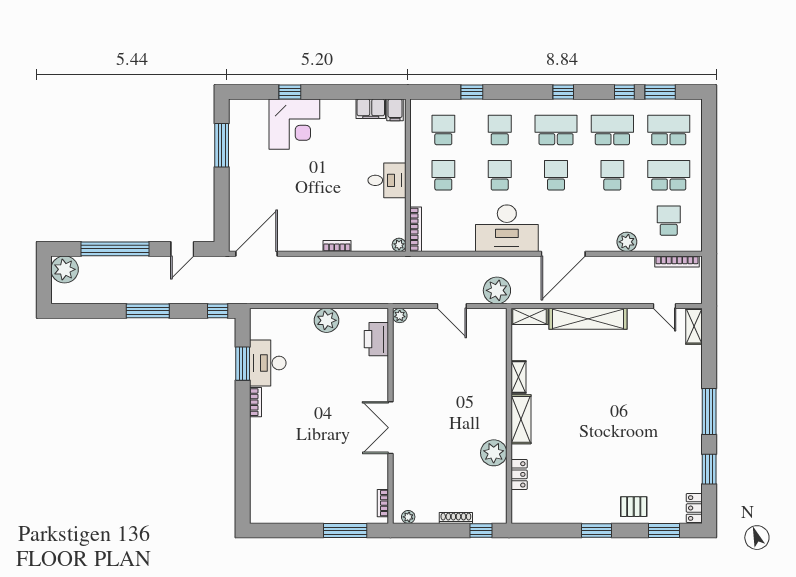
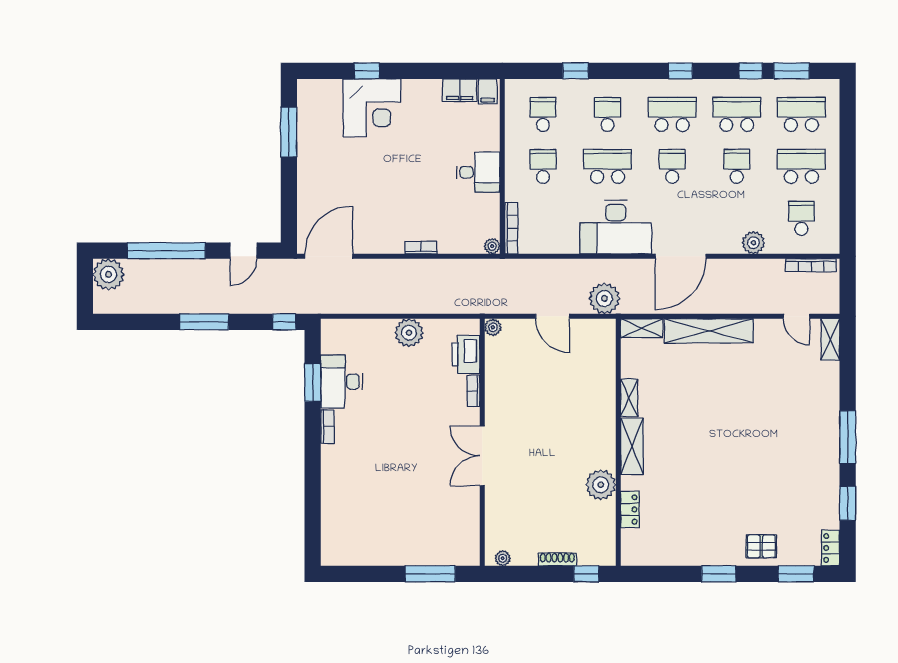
school desk: (500, 175) -> (608, 166), width x1.85
bookcase: (383, 503) -> (474, 391), moved

